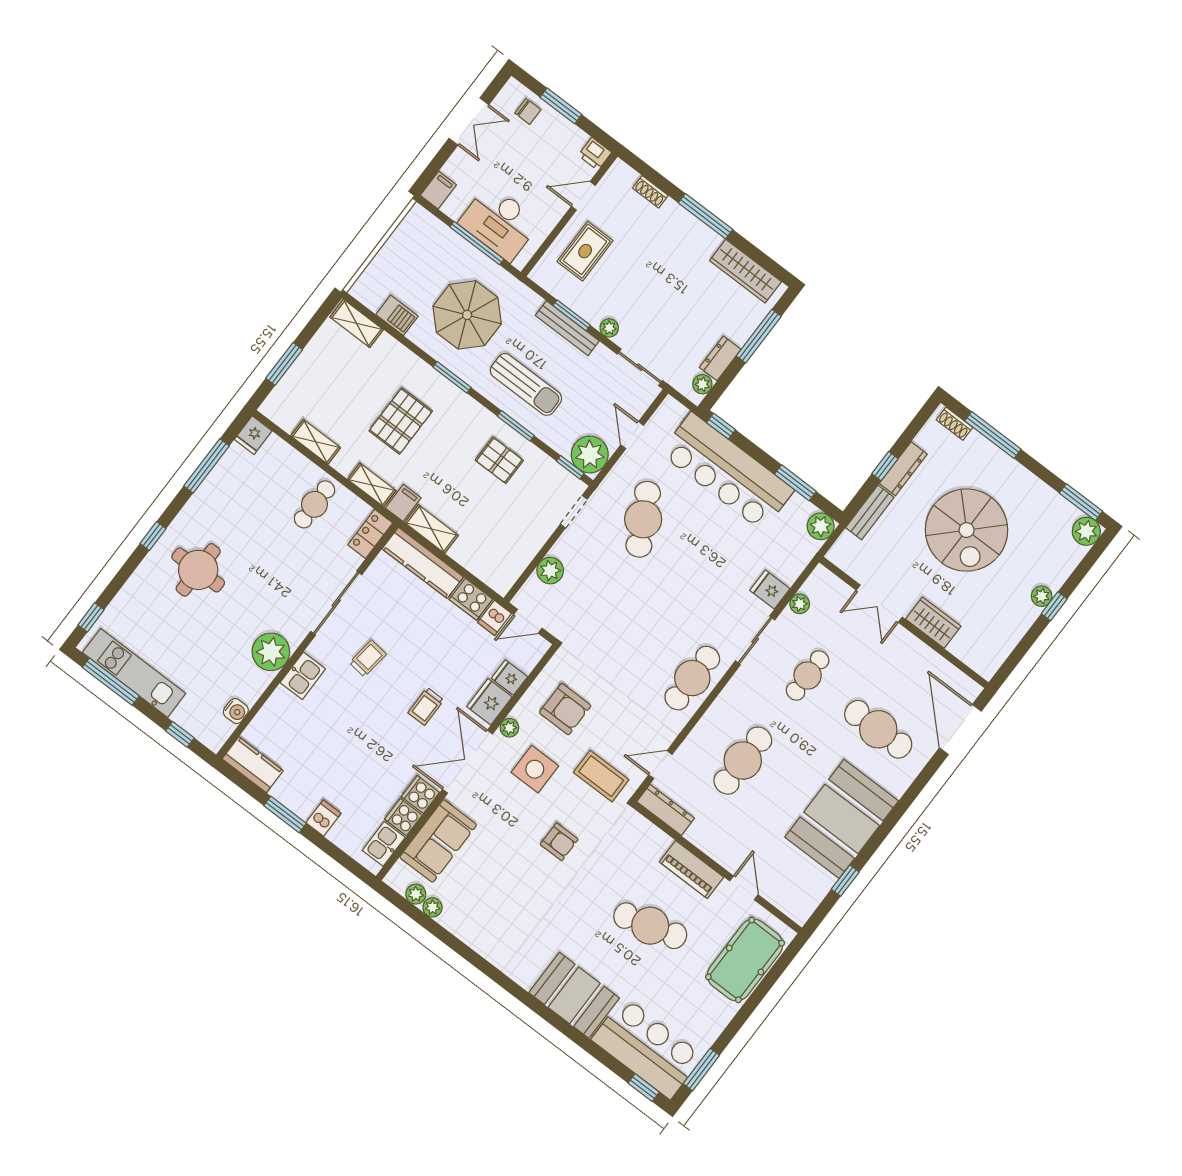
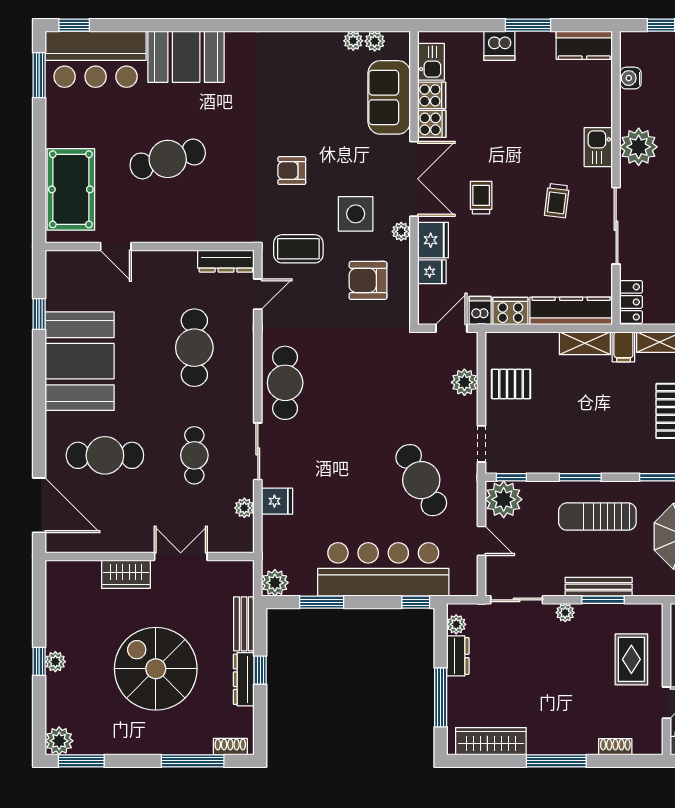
pallet: (499, 460) -> (511, 384), moved
dishwasher: (323, 818) -> (499, 46), width x1.38
piano: (691, 869) -> (169, 229), removed

